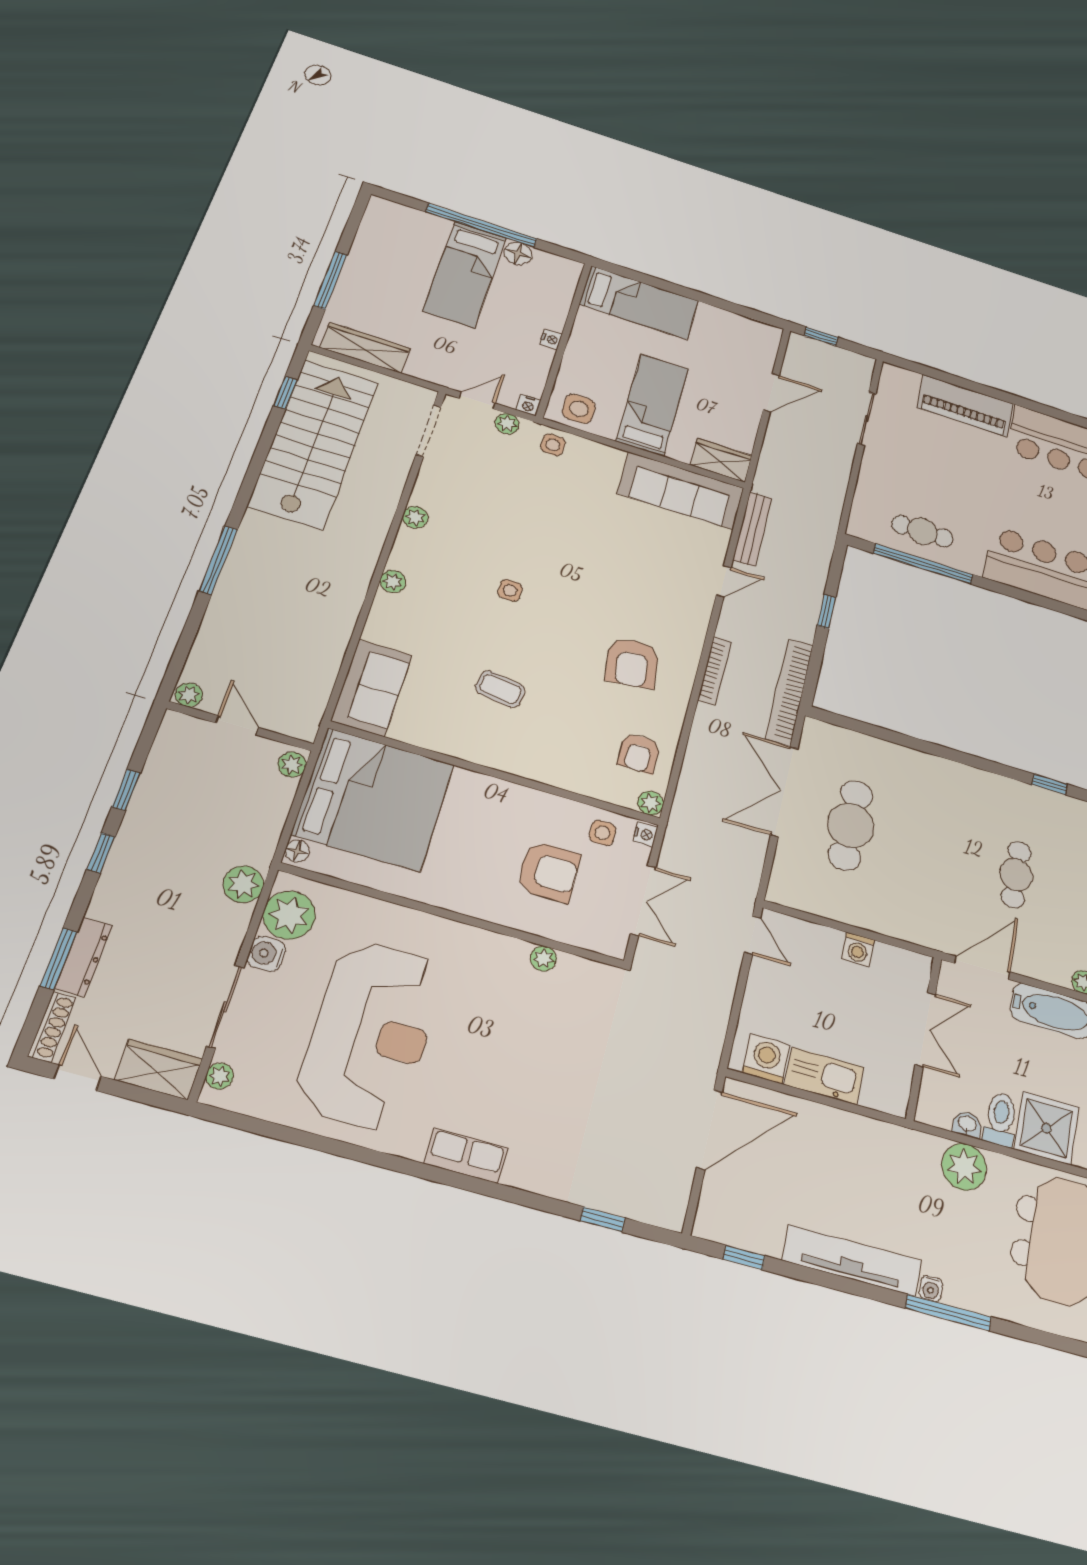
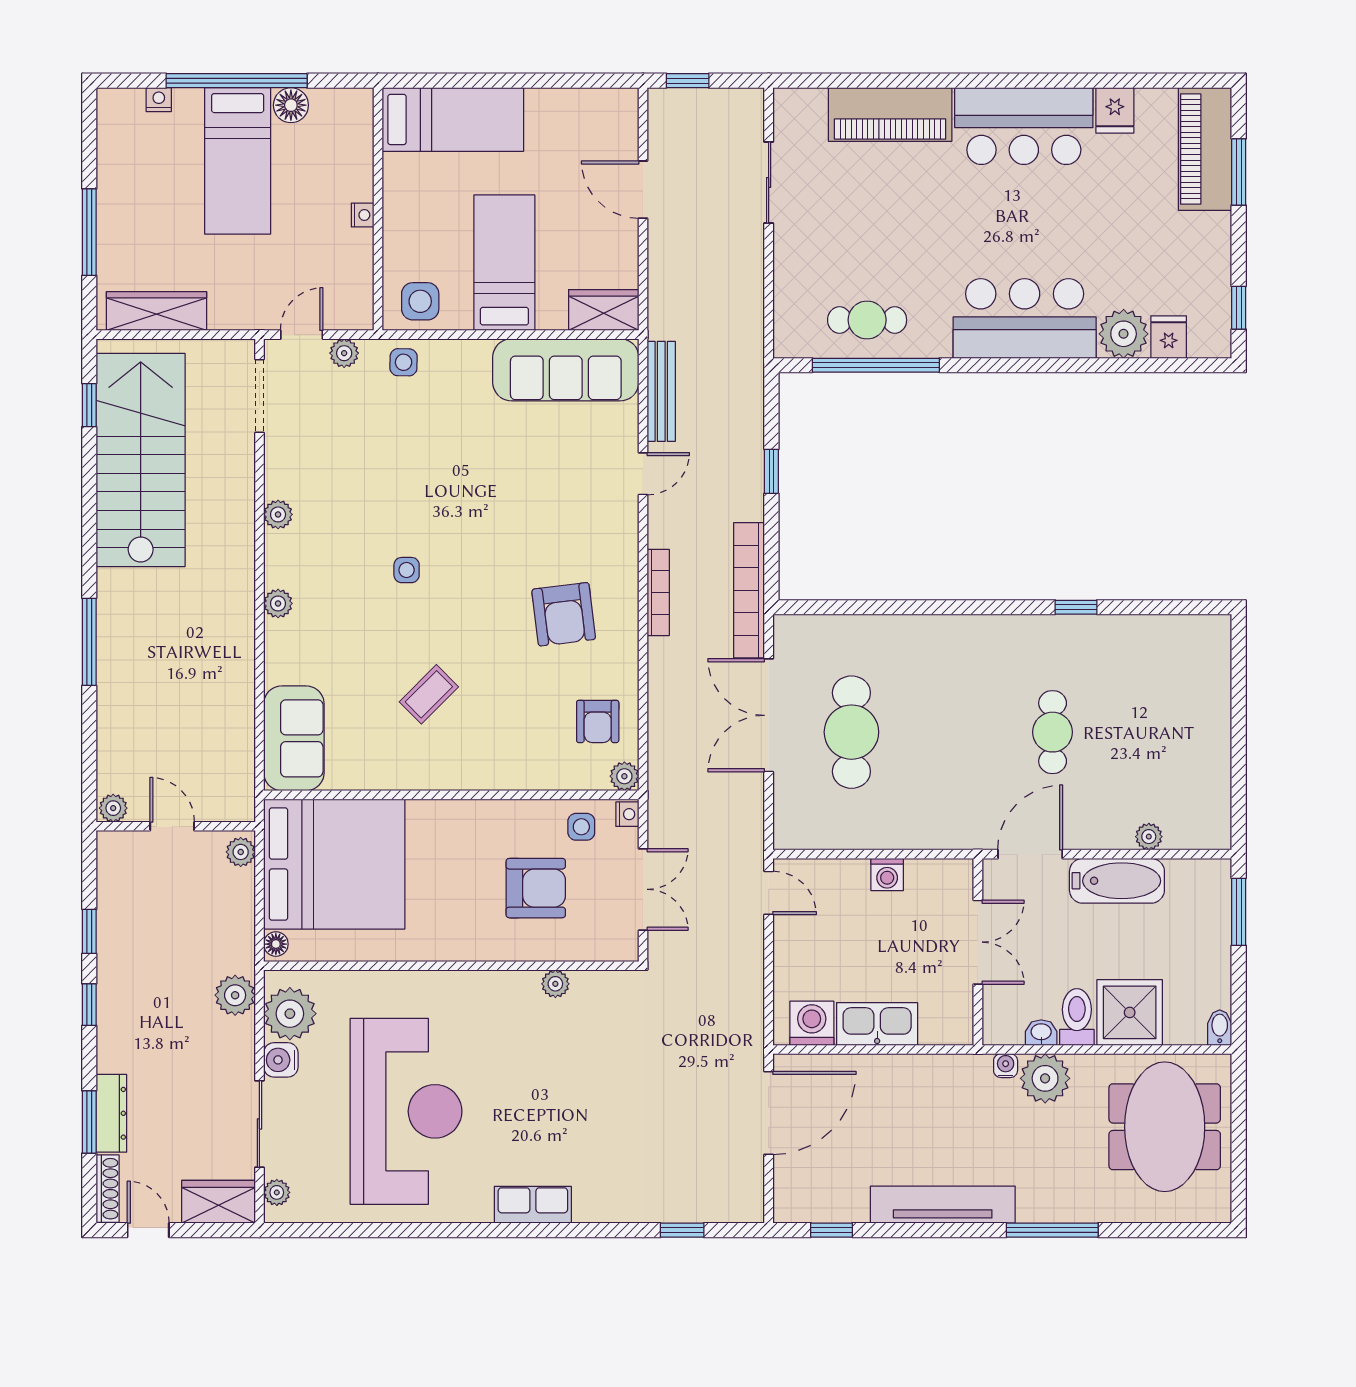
door: (771, 393) -> (643, 190), swing flipped
nightstand: (528, 405) -> (159, 100), moved, turned 180
coffee table: (500, 689) -> (429, 694), turned -53
water cooler: (931, 1289) -> (1006, 1066), moved, turned 180

